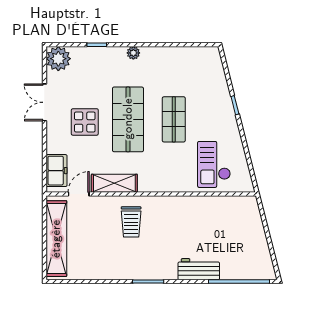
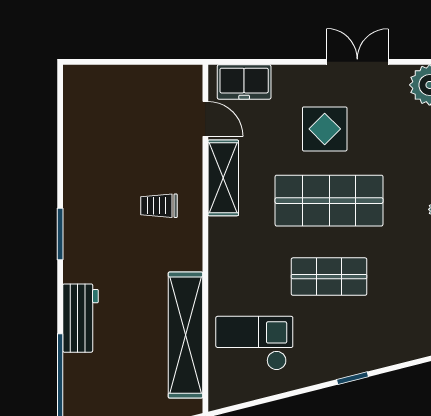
trolley: (131, 222) -> (159, 206), width x0.73, depth x0.72
shelving: (56, 239) -> (185, 335), moved, turned 90

